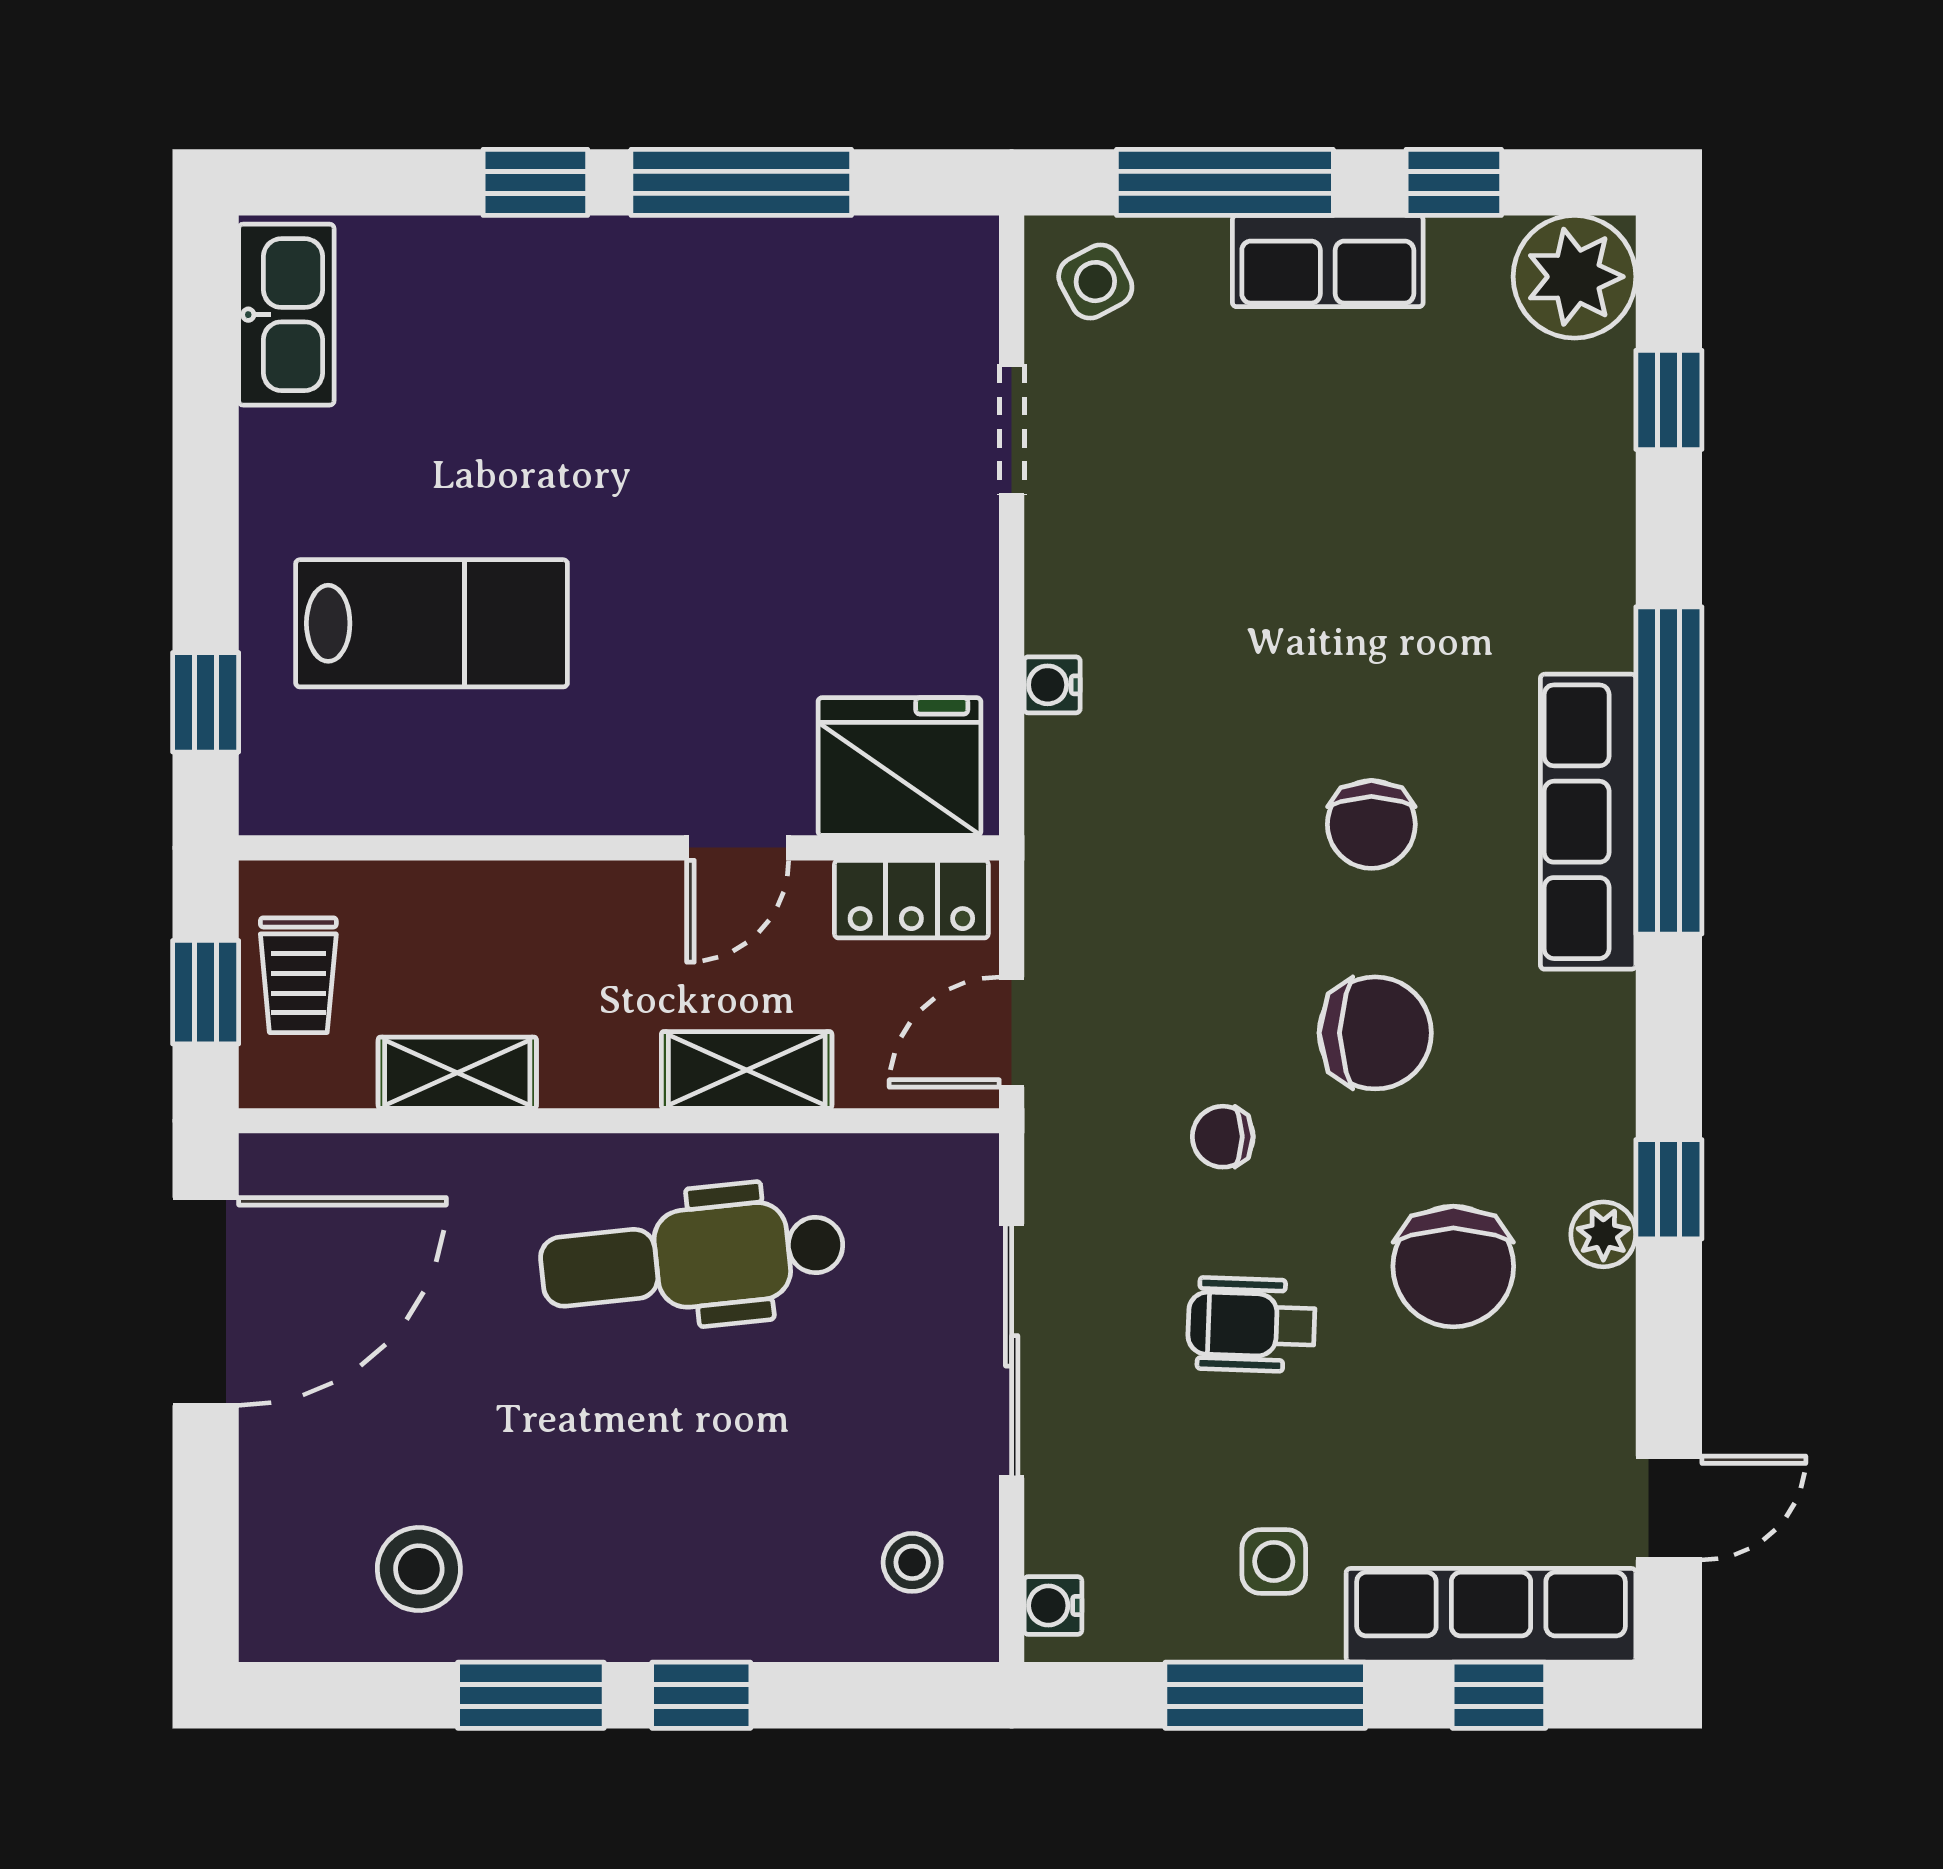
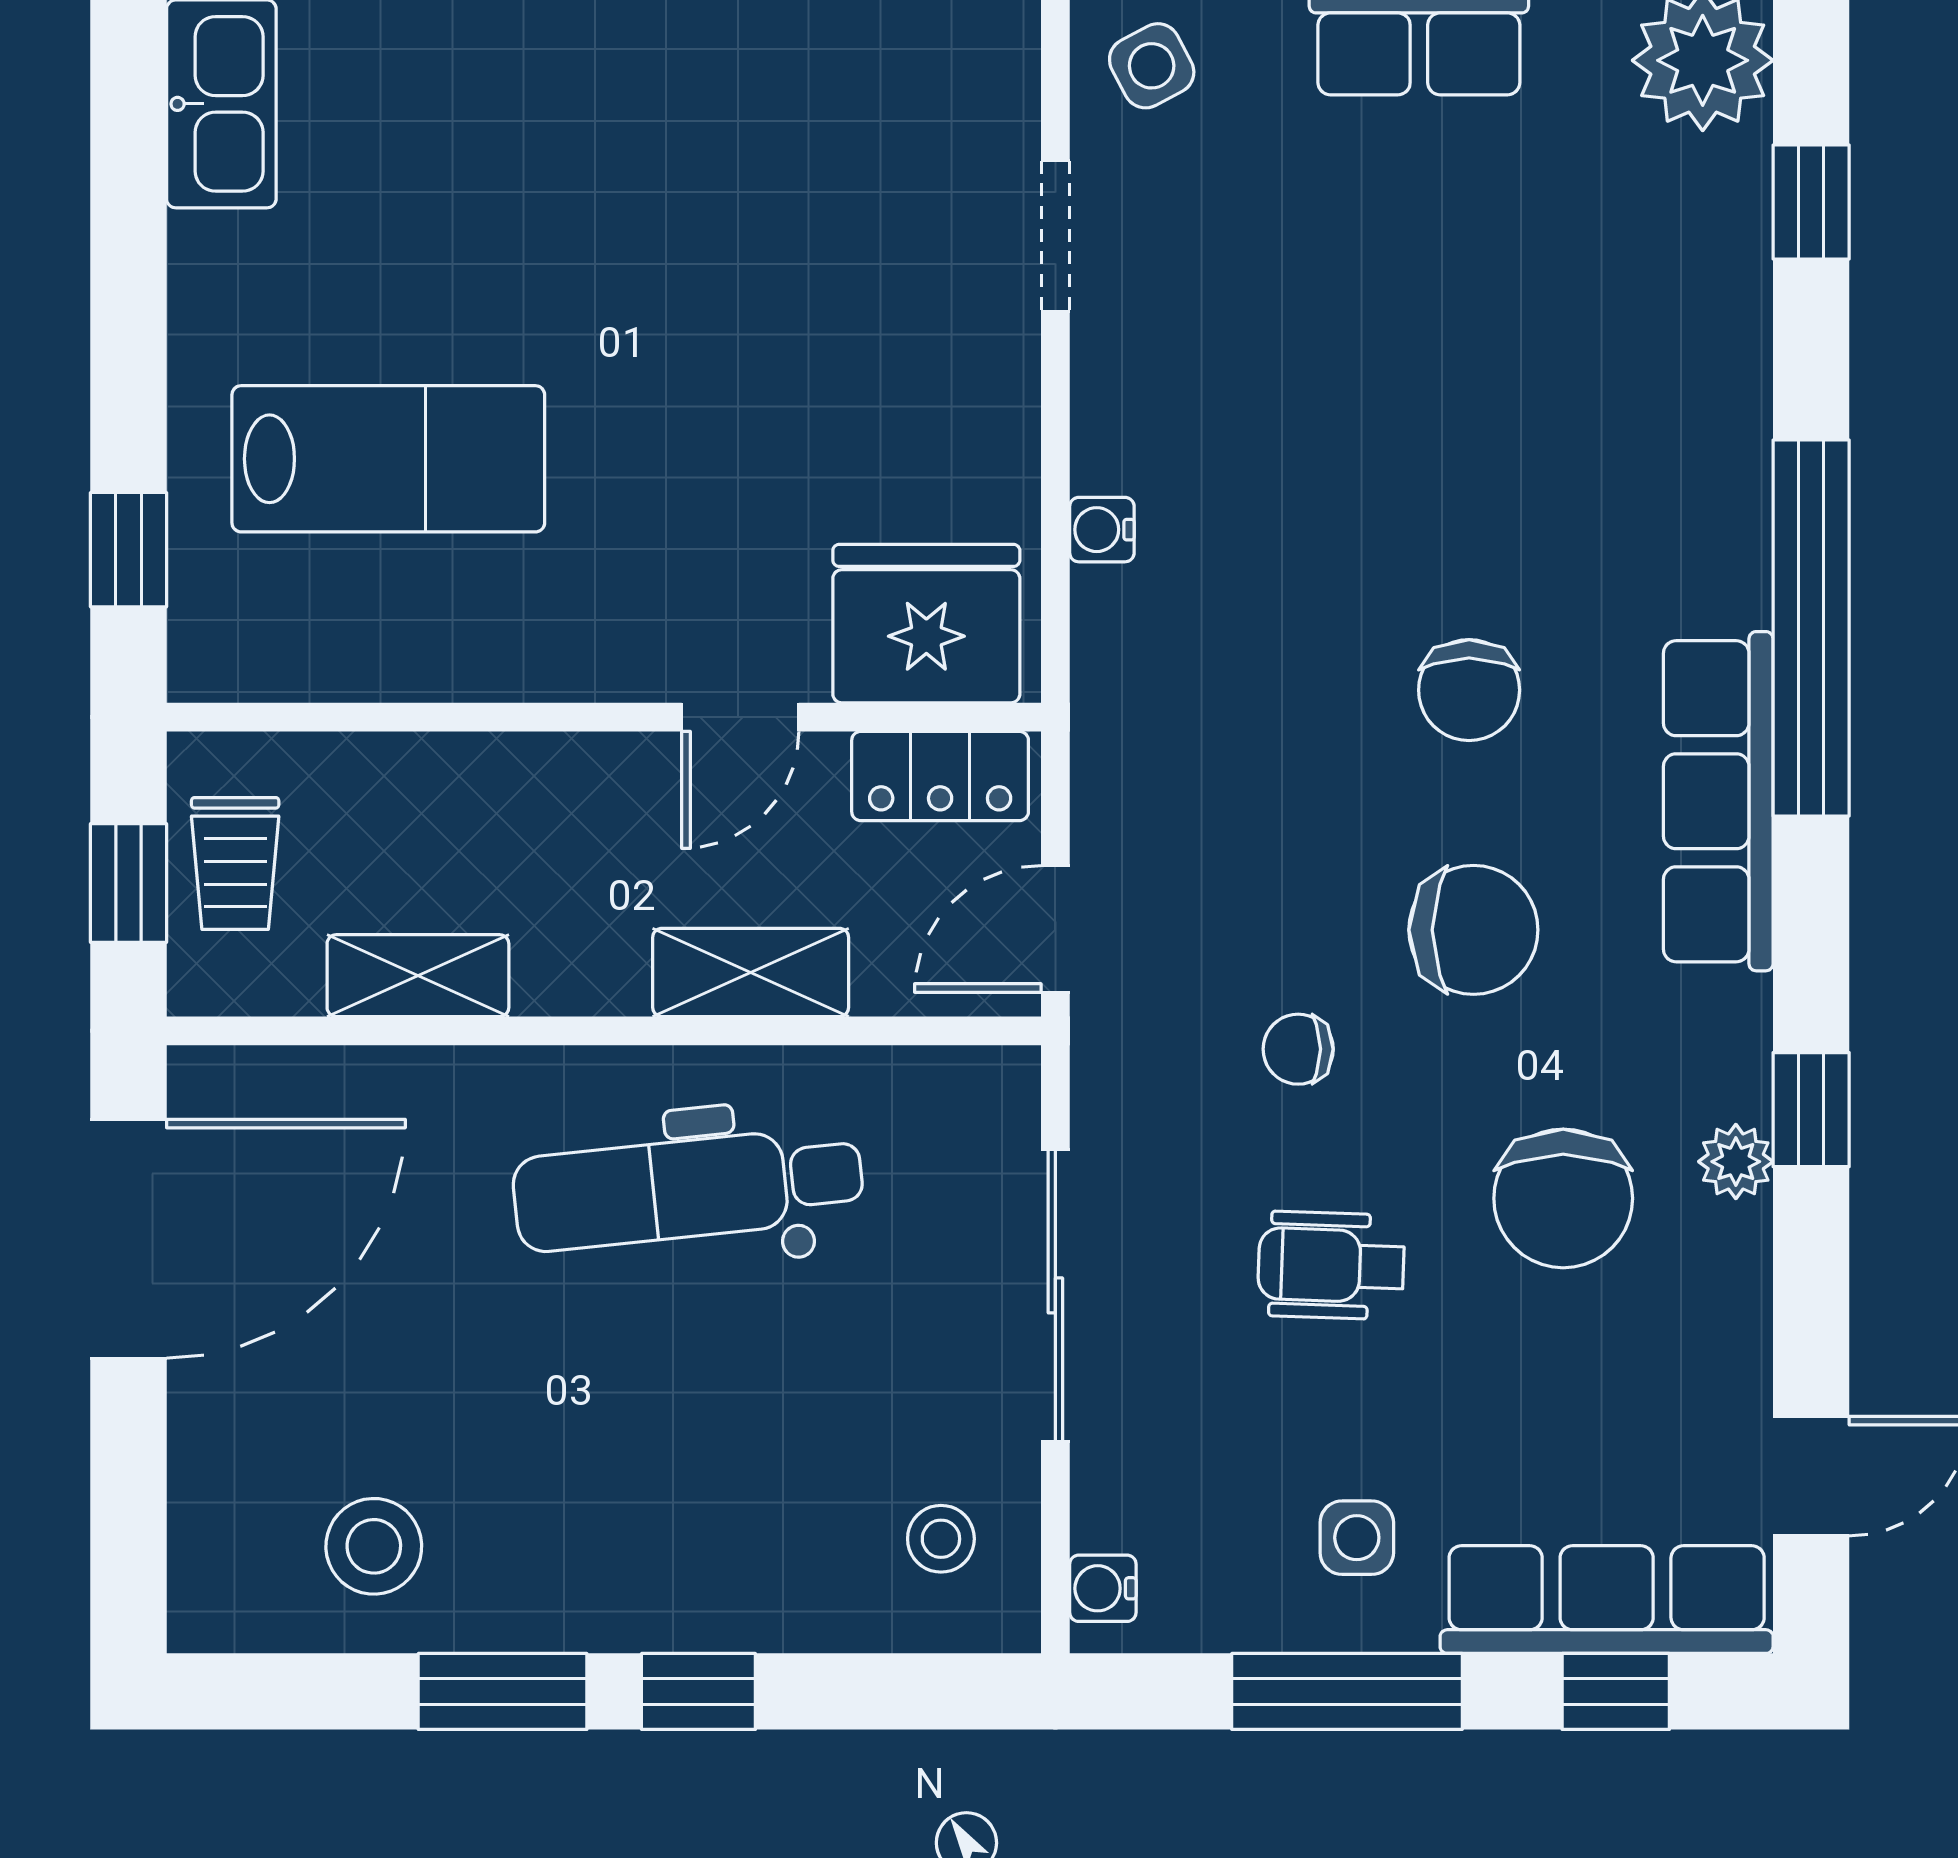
row of seats: (1588, 822) -> (1718, 801), moved

